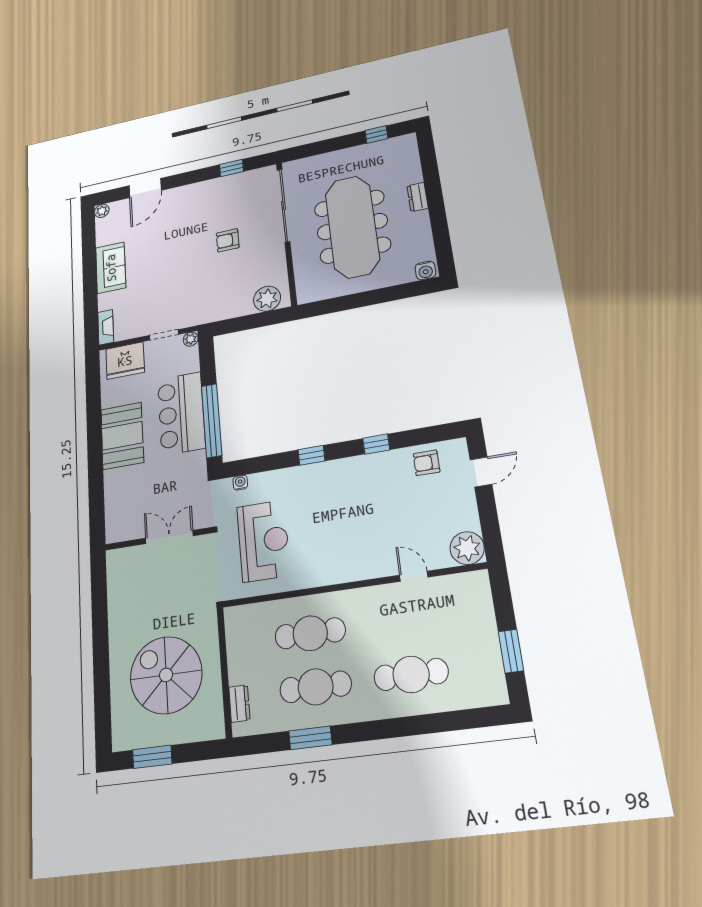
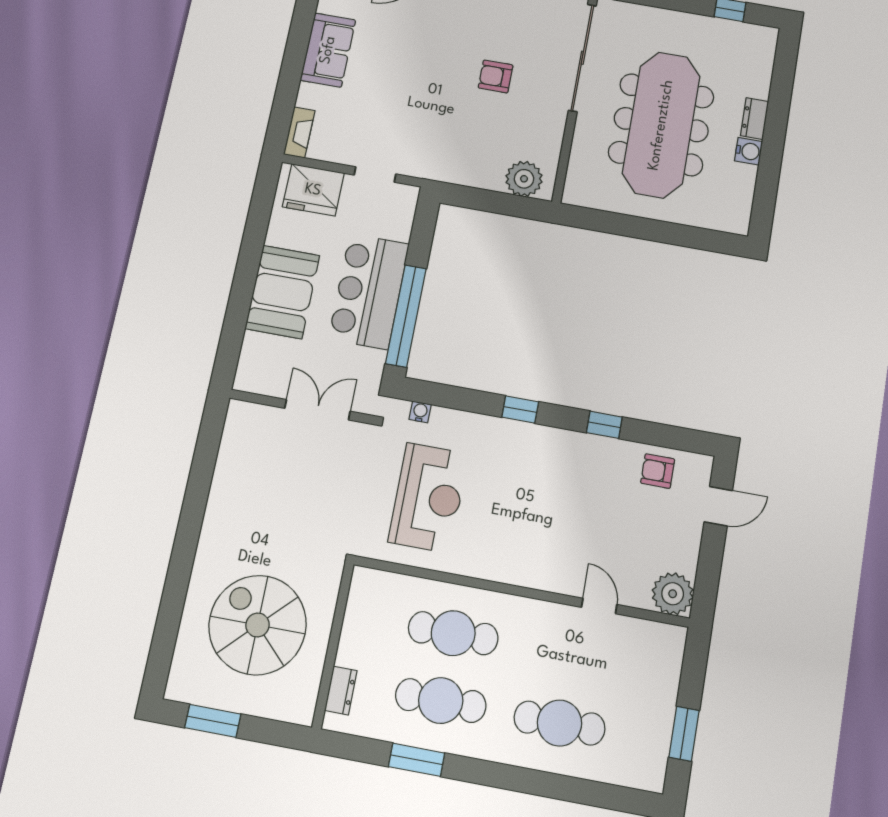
water cooler: (425, 270) -> (749, 151), moved, turned -90
plant: (191, 339) -> (409, 195), removed
double door: (169, 537) -> (317, 410), moved
wall: (158, 539) -> (302, 407), moved

